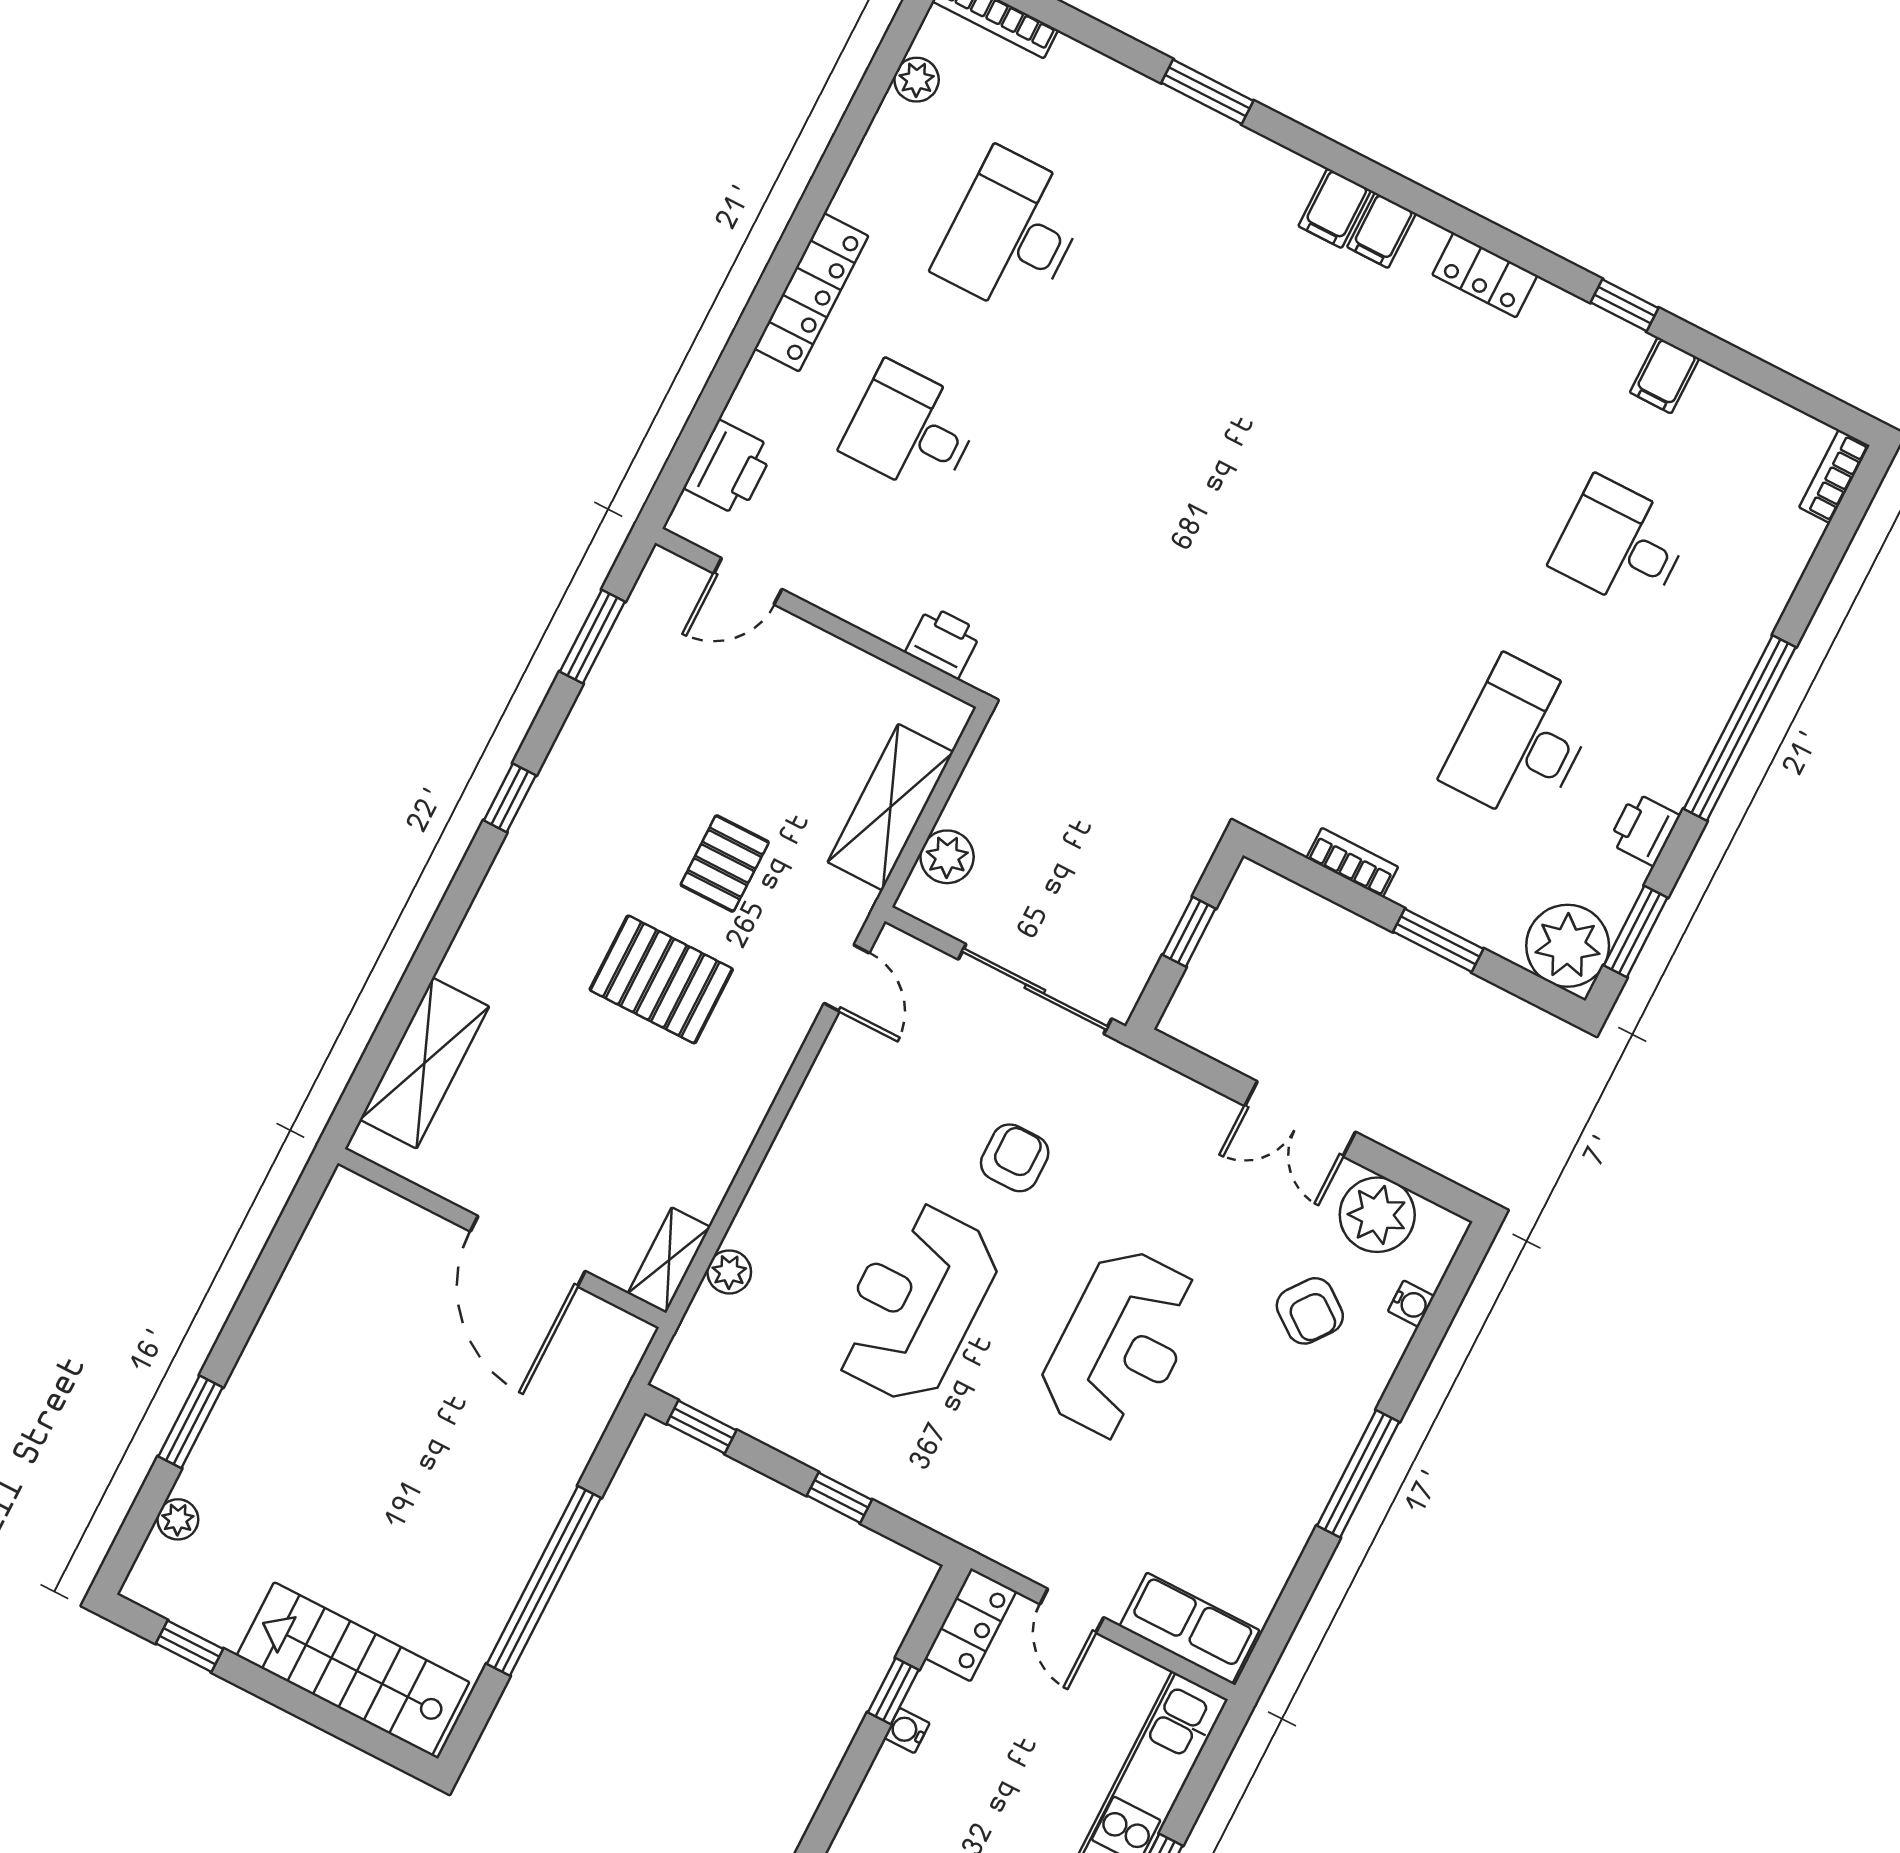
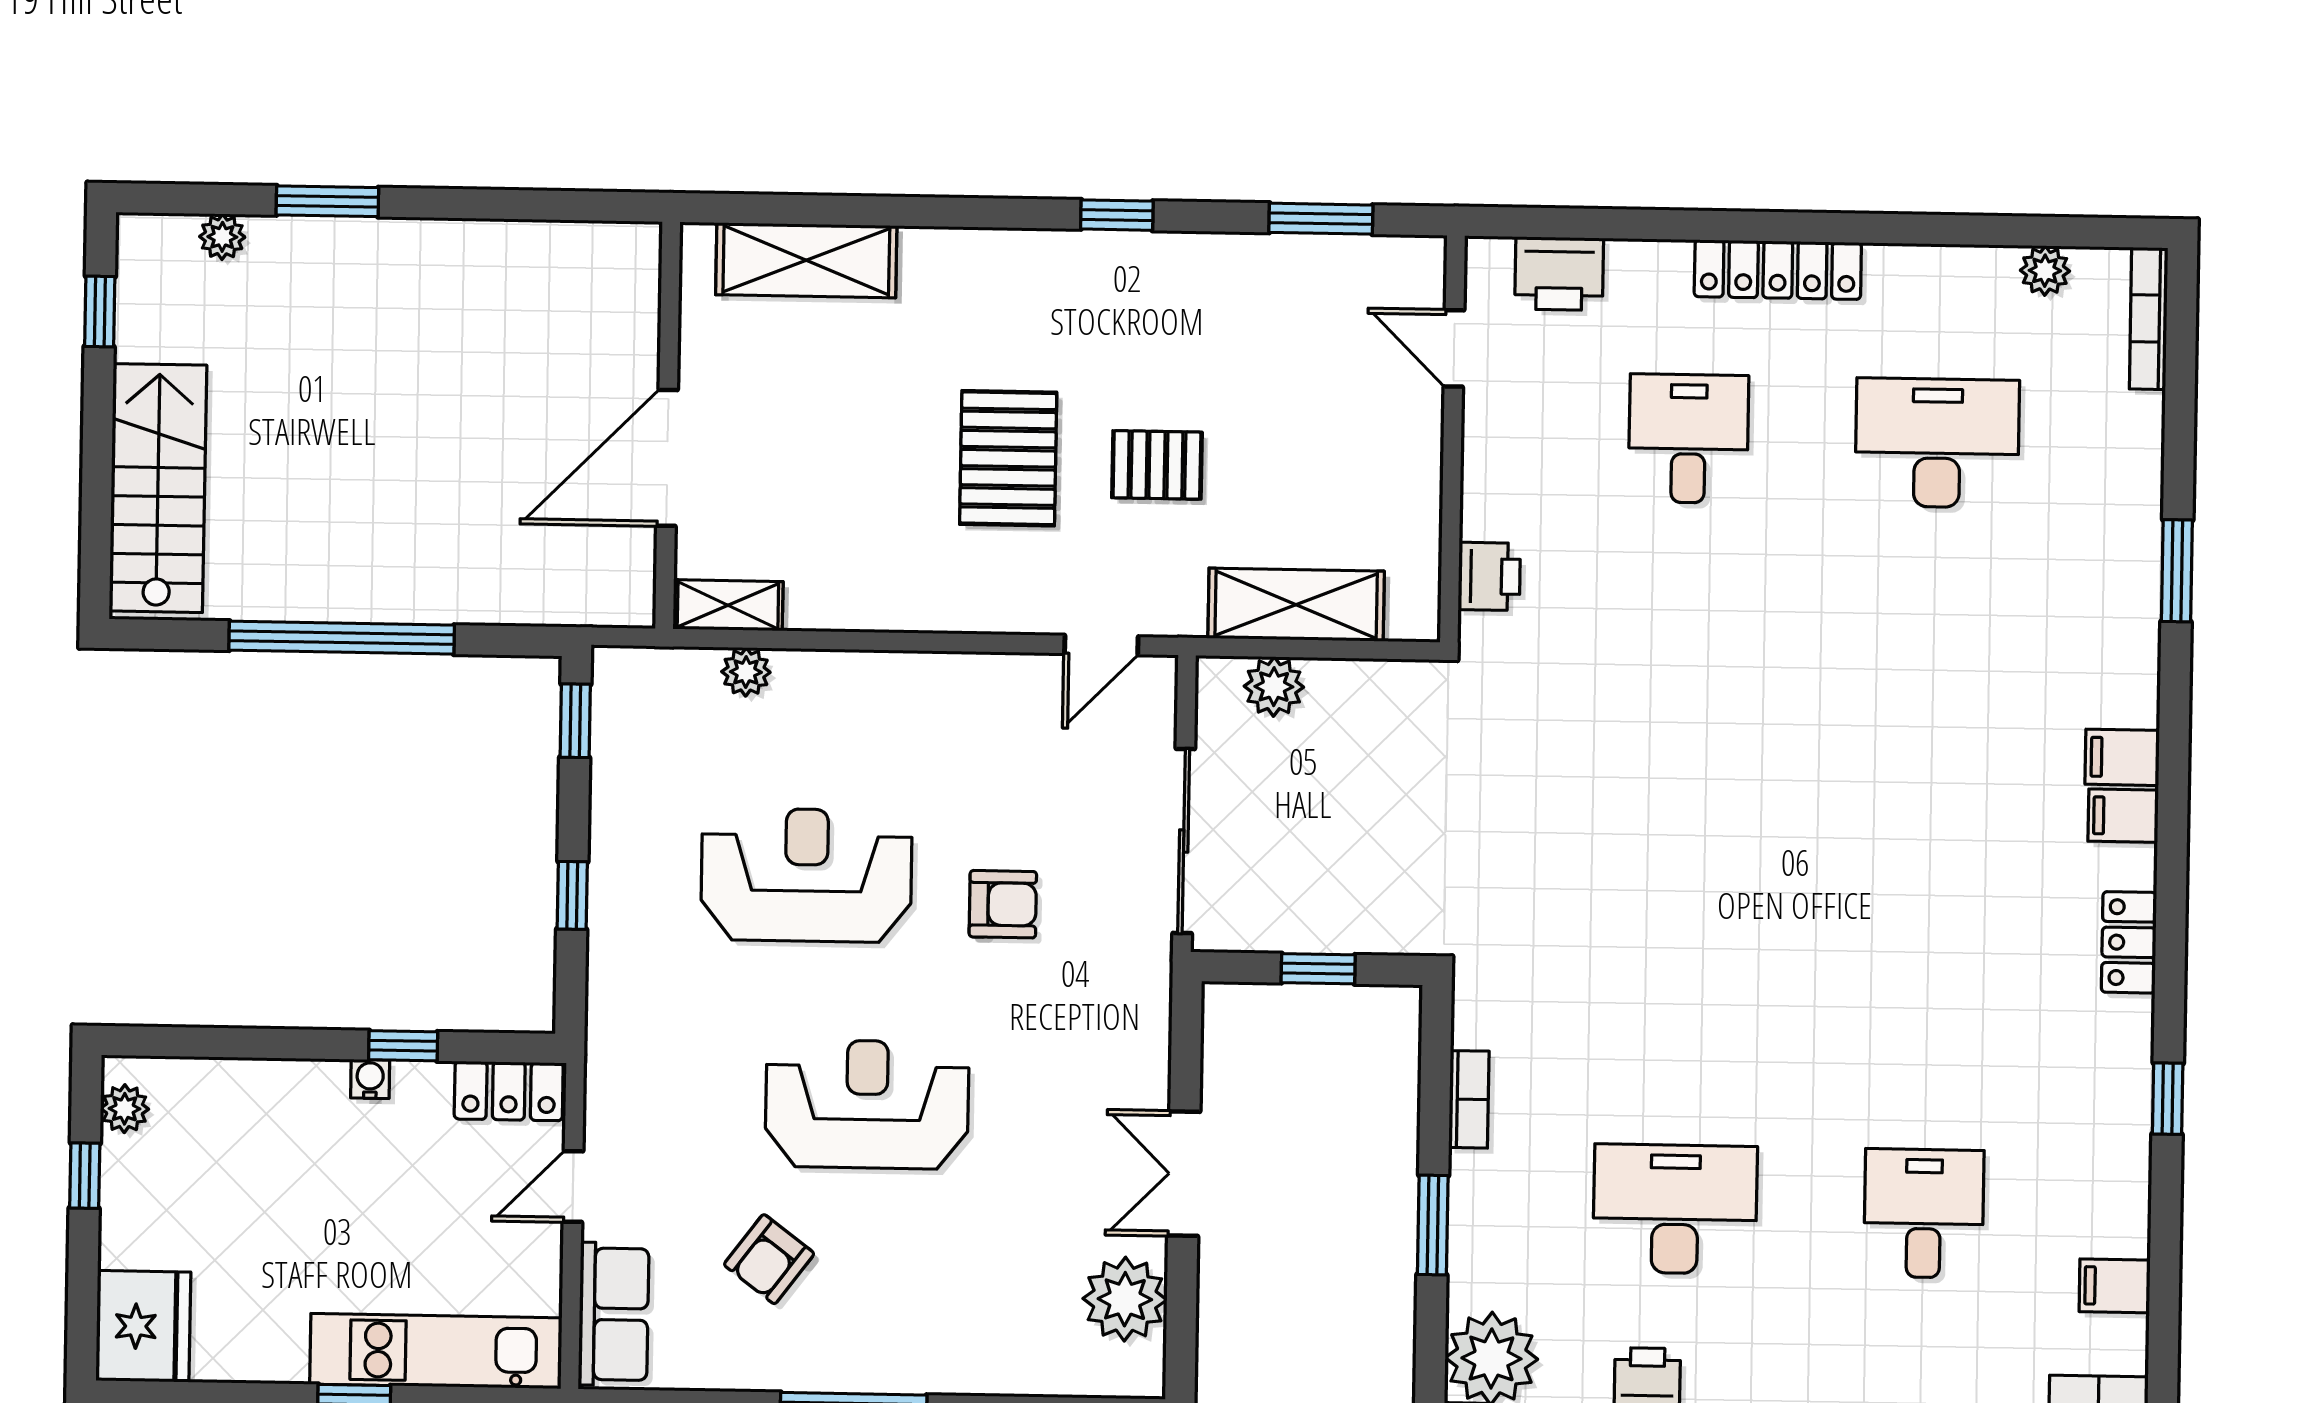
filing cabinet: (1665, 375) -> (2115, 1286), moved
water cooler: (1411, 1304) -> (1052, 1378), removed
armchair: (1310, 1311) -> (769, 1259), moved
reception desk: (1121, 1344) -> (867, 1104), turned 180

